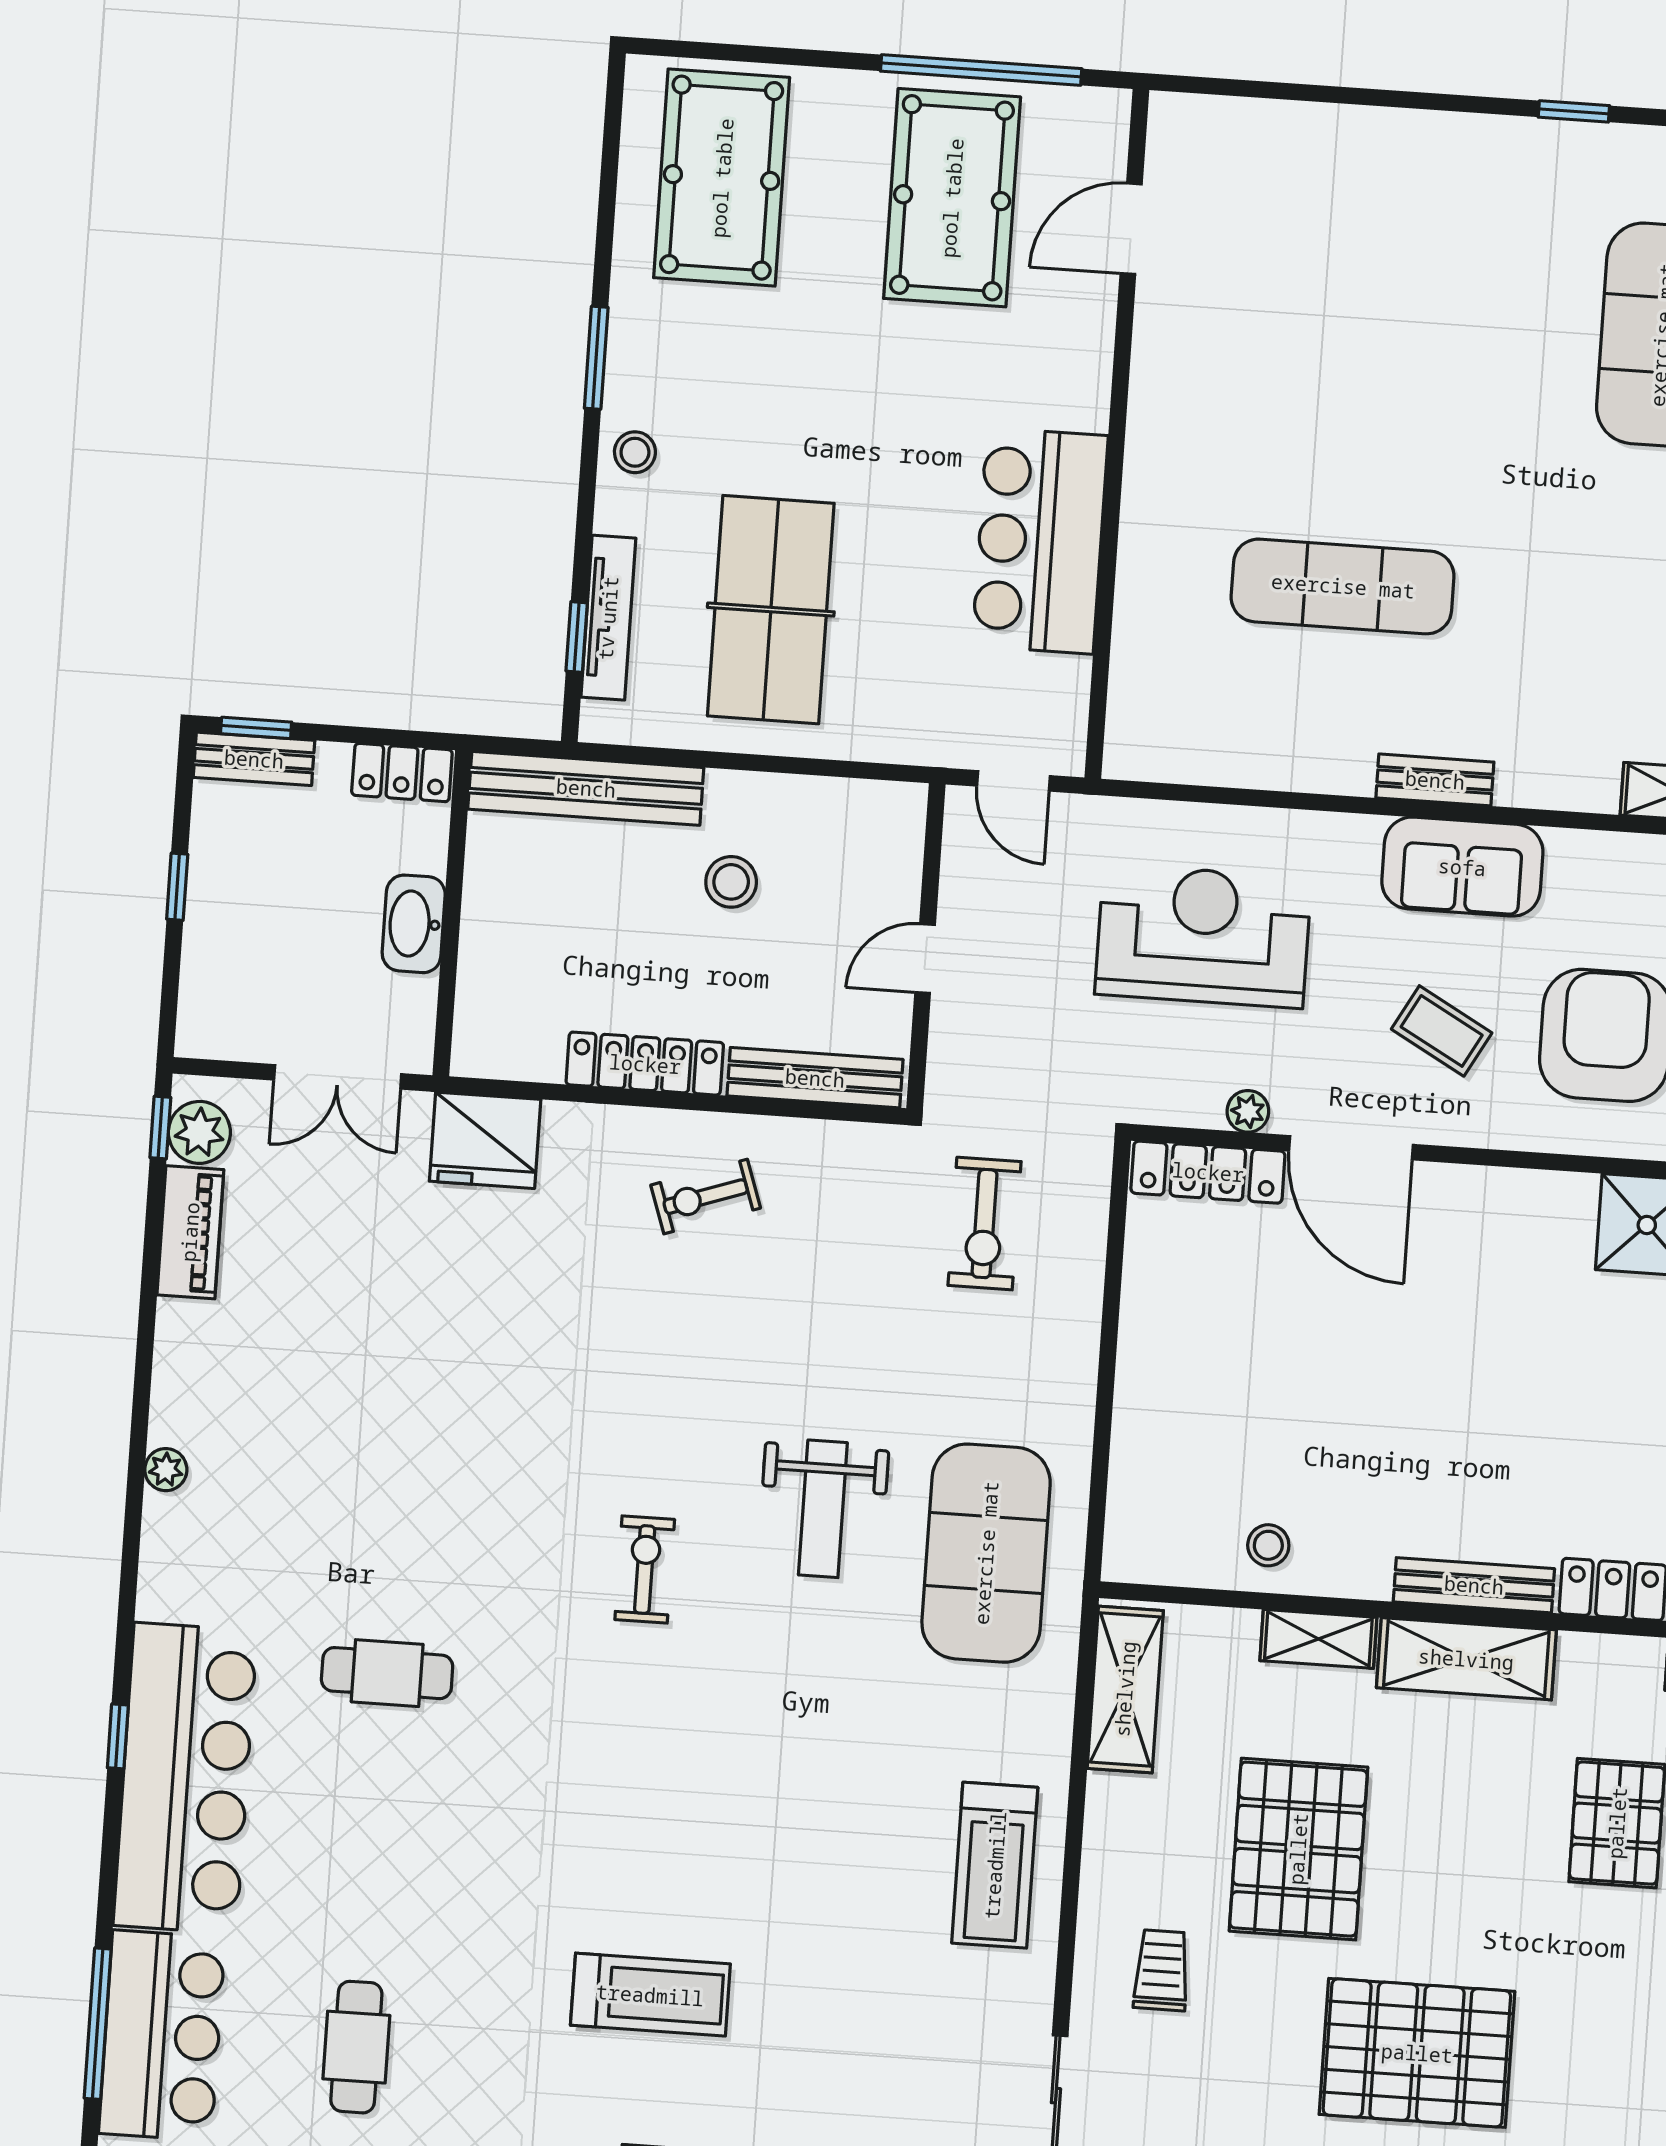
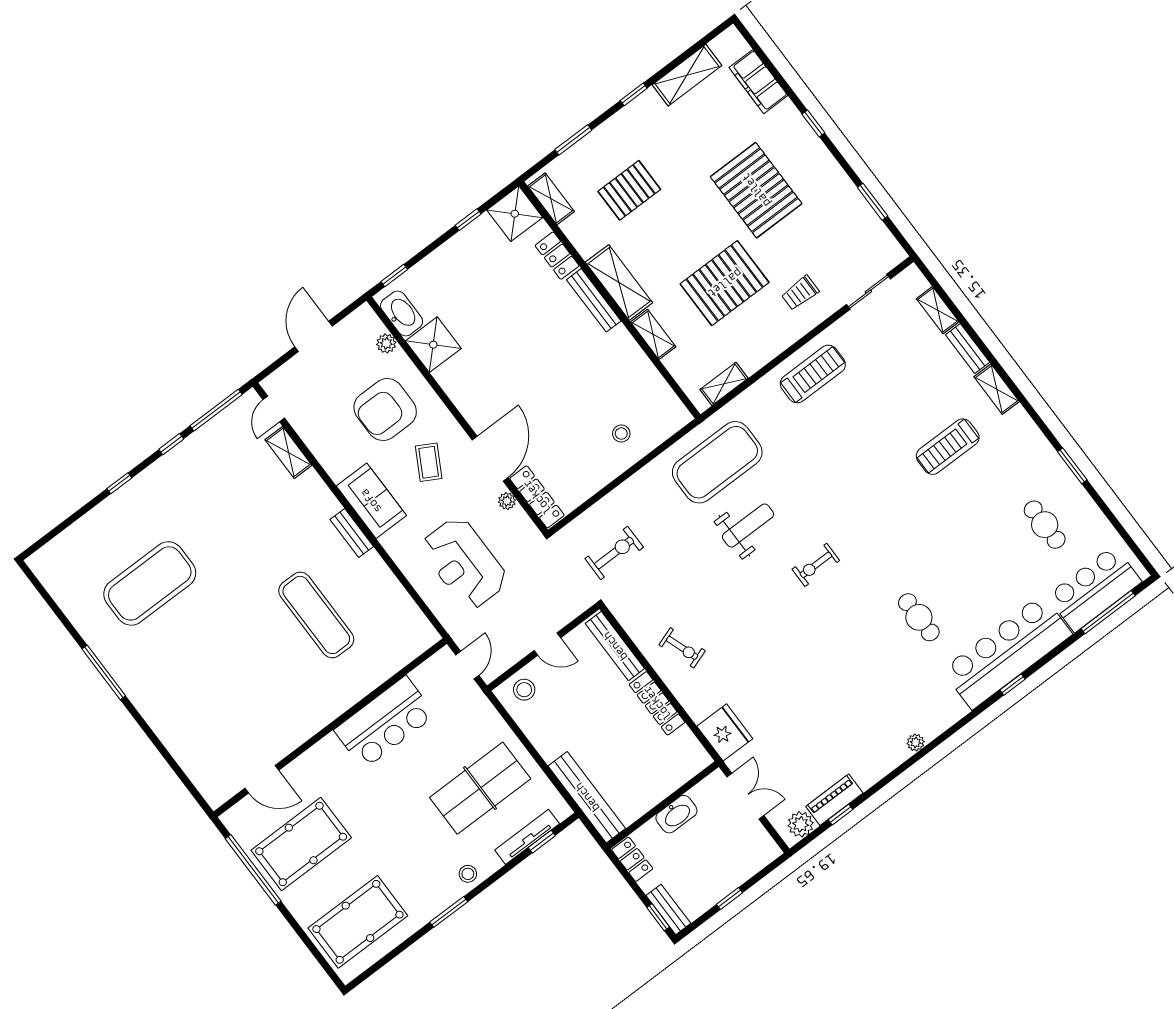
window: (1574, 111) -> (104, 672), width x2.17
stool: (731, 882) -> (524, 690), moved
window: (160, 1127) -> (841, 815), moved
stool: (1268, 1545) -> (621, 434), moved
shelving: (1125, 1689) -> (724, 384), width x0.67, depth x0.75
treadmill: (650, 1995) -> (948, 447), turned -90
cafe table: (356, 2047) -> (1045, 525), turned 90

